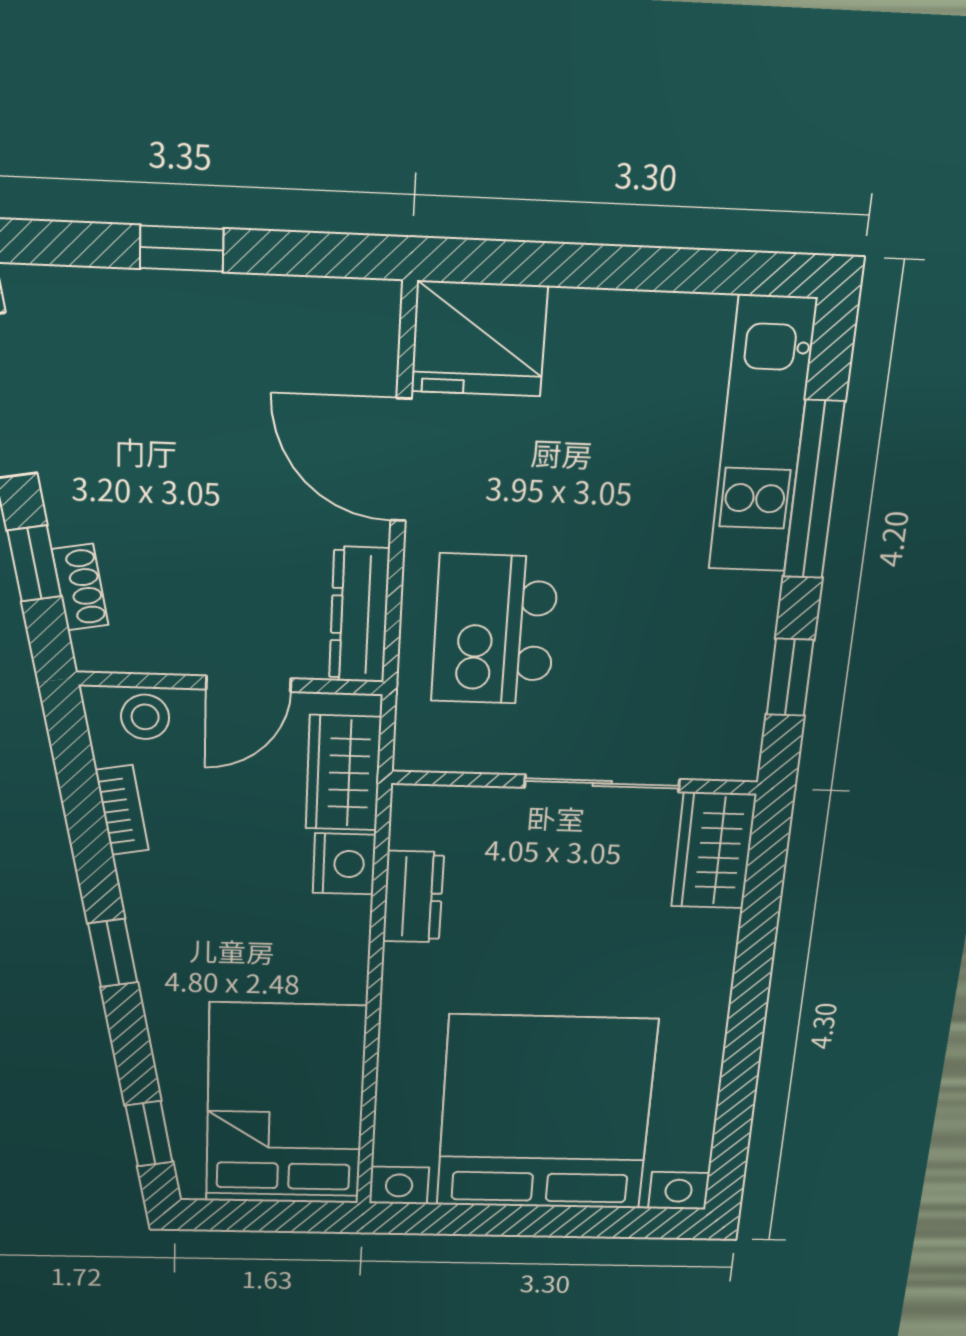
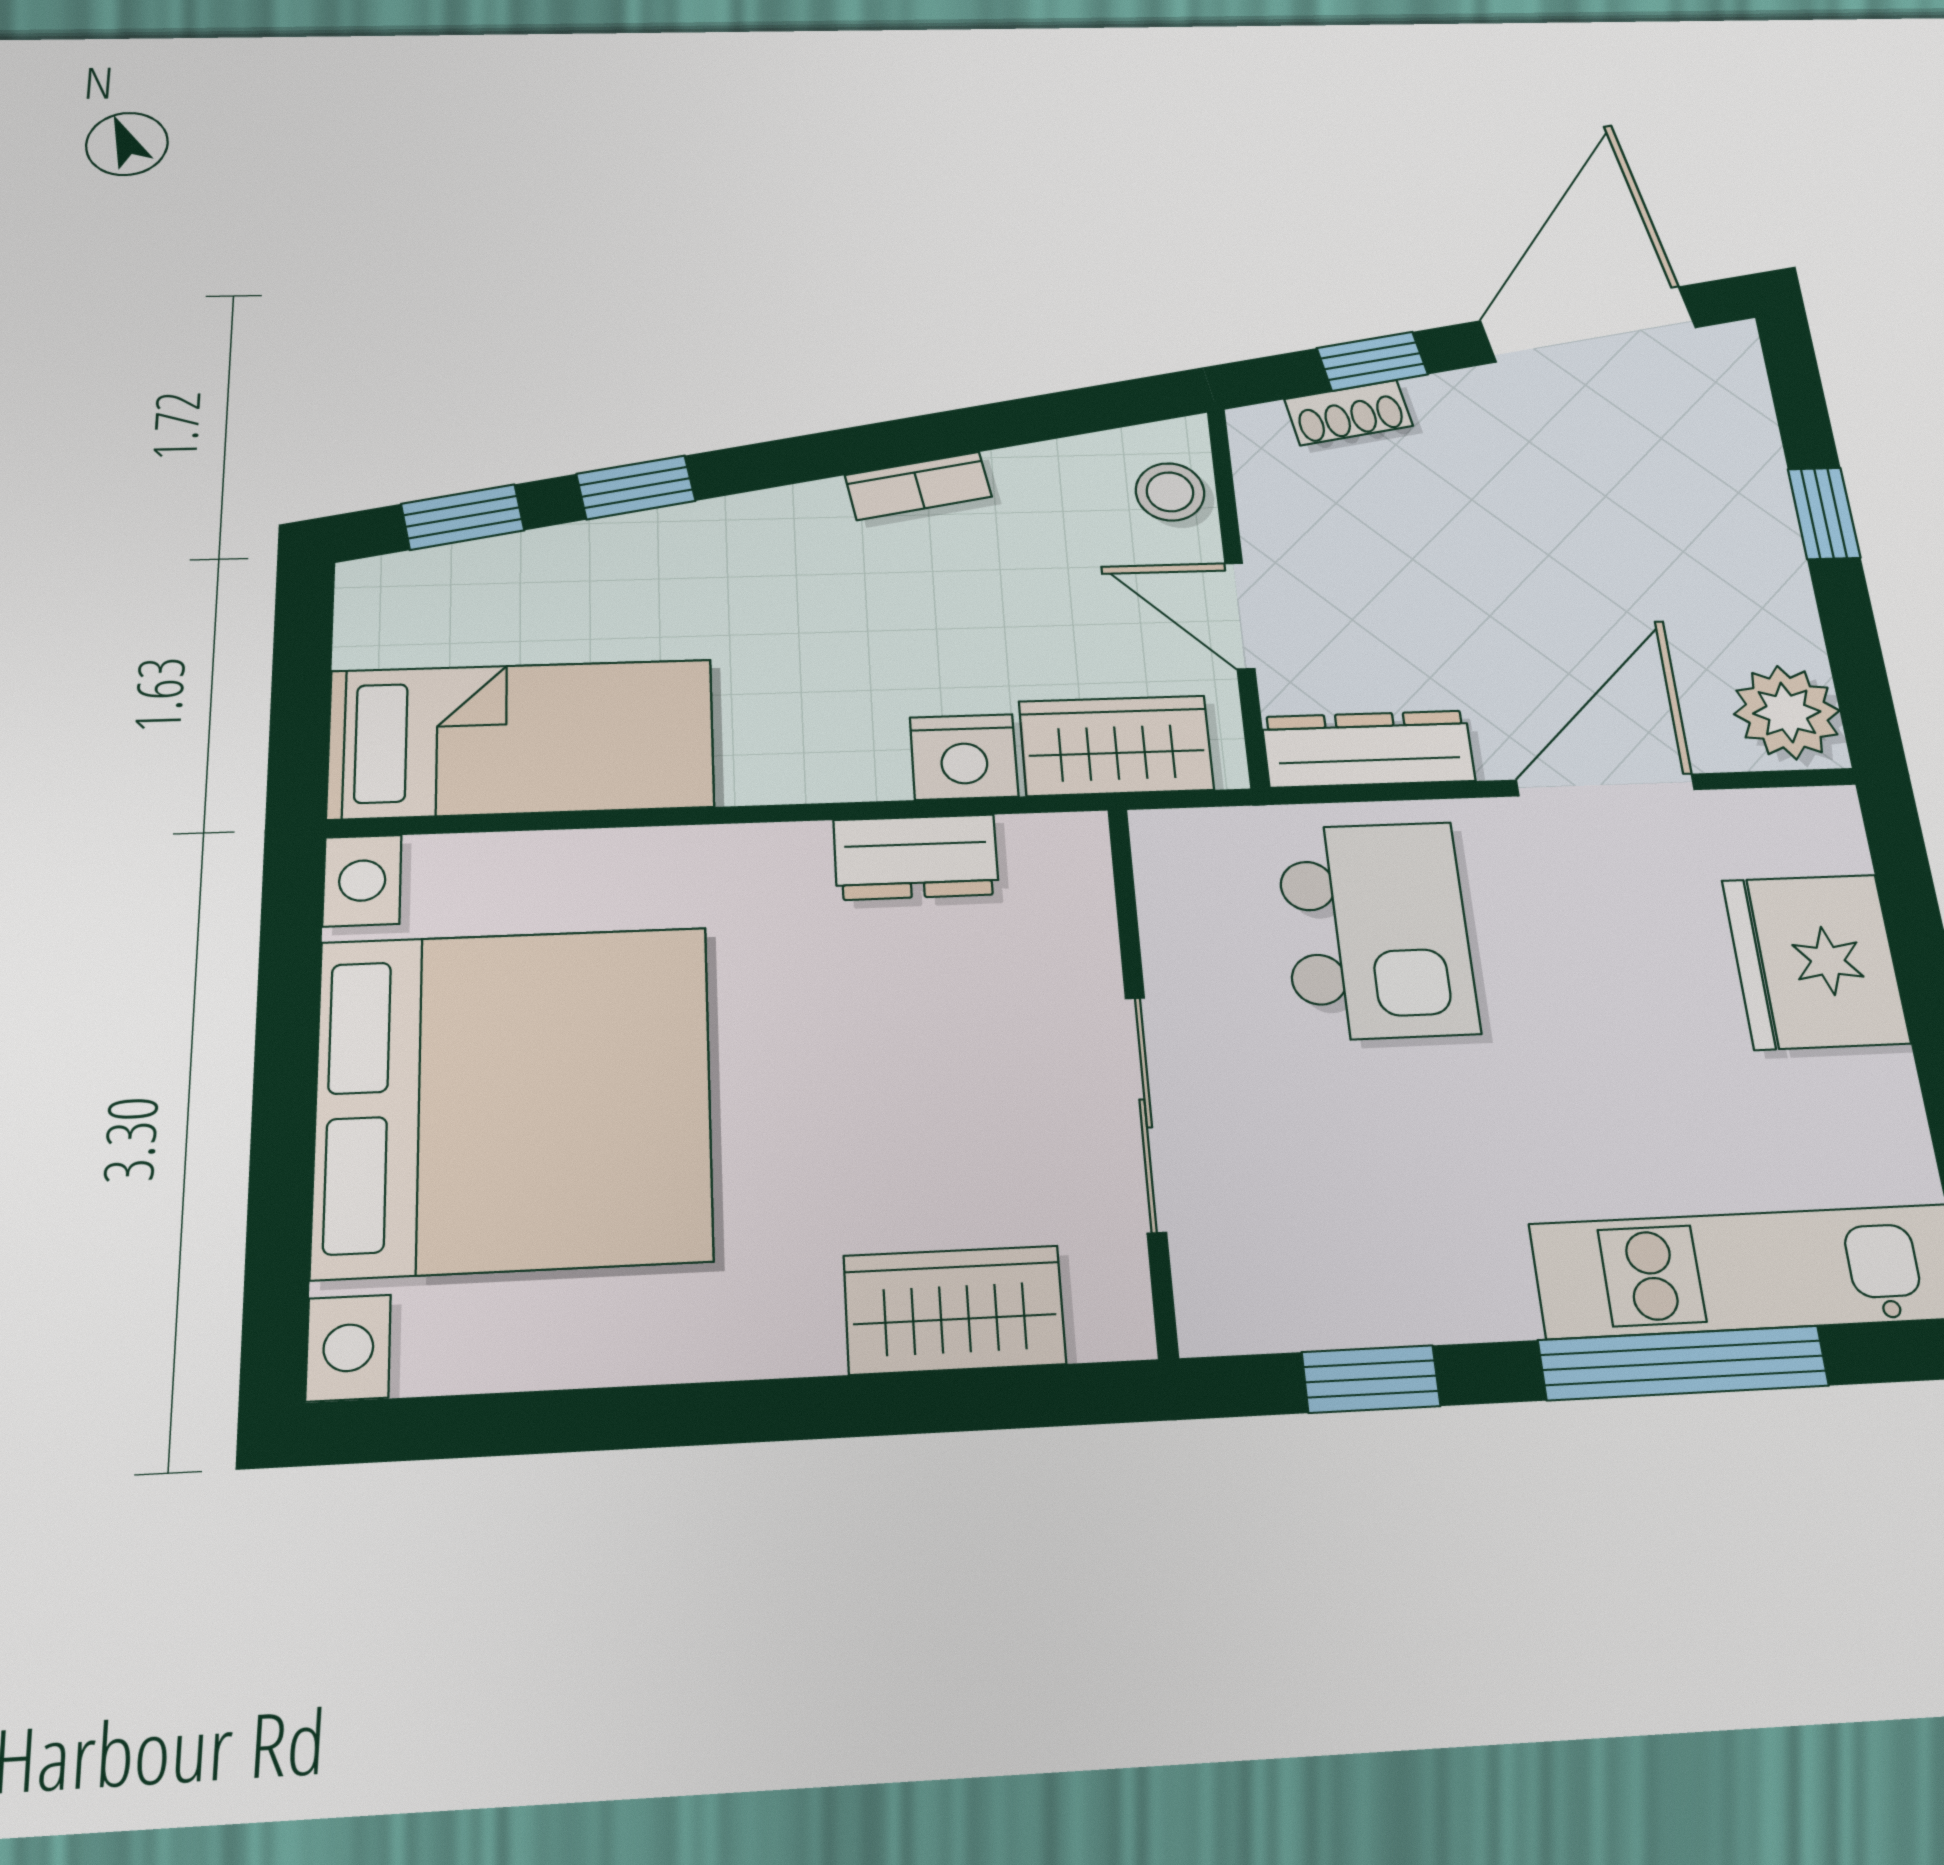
plant: (353, 317) -> (1787, 712), added
fridge: (479, 339) -> (1815, 961), moved
kitchen island: (495, 630) -> (1376, 930), turned 90
bookcase: (122, 810) -> (918, 486), moved
wardrobe: (714, 851) -> (954, 1310), moved
window: (113, 953) -> (636, 487), moved
bed: (285, 1105) -> (522, 739), width x0.67

